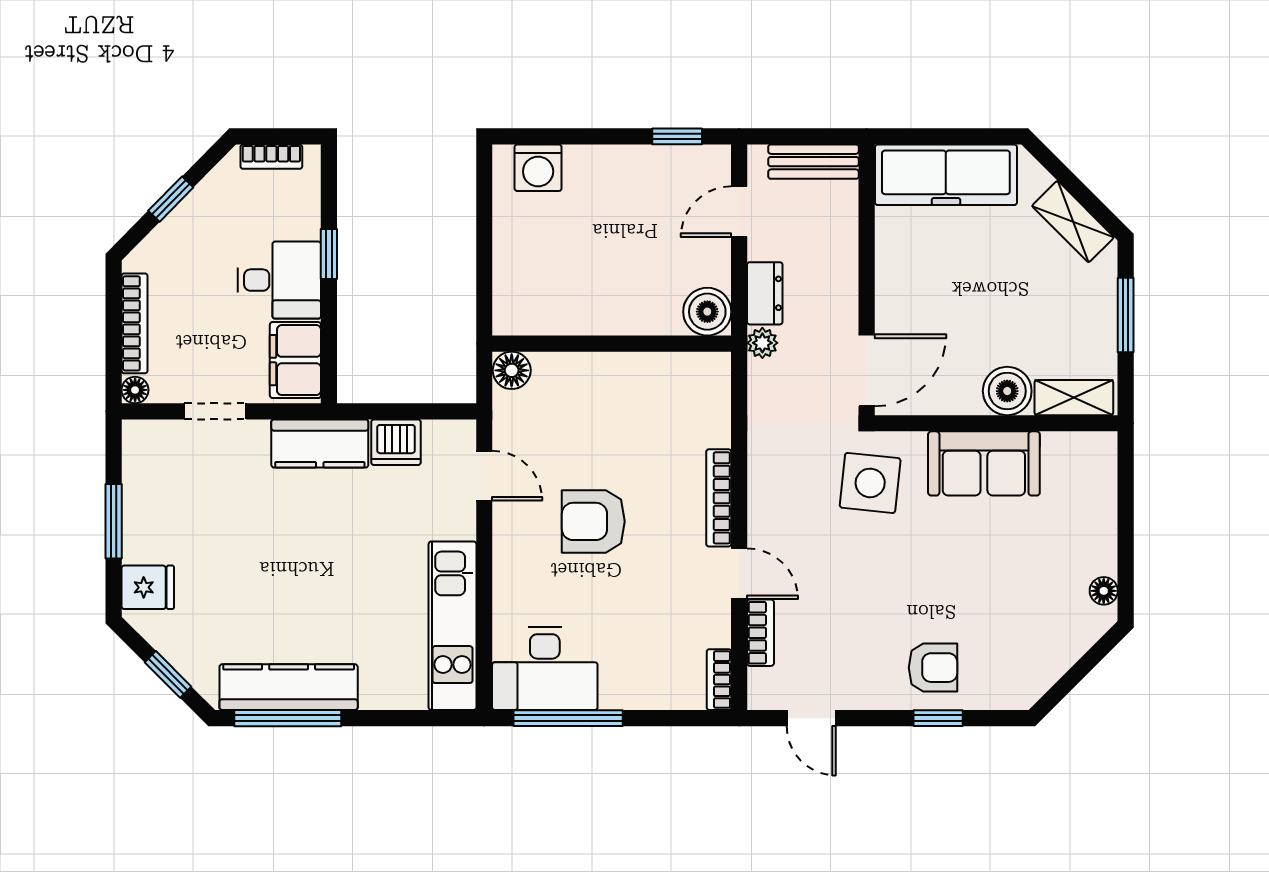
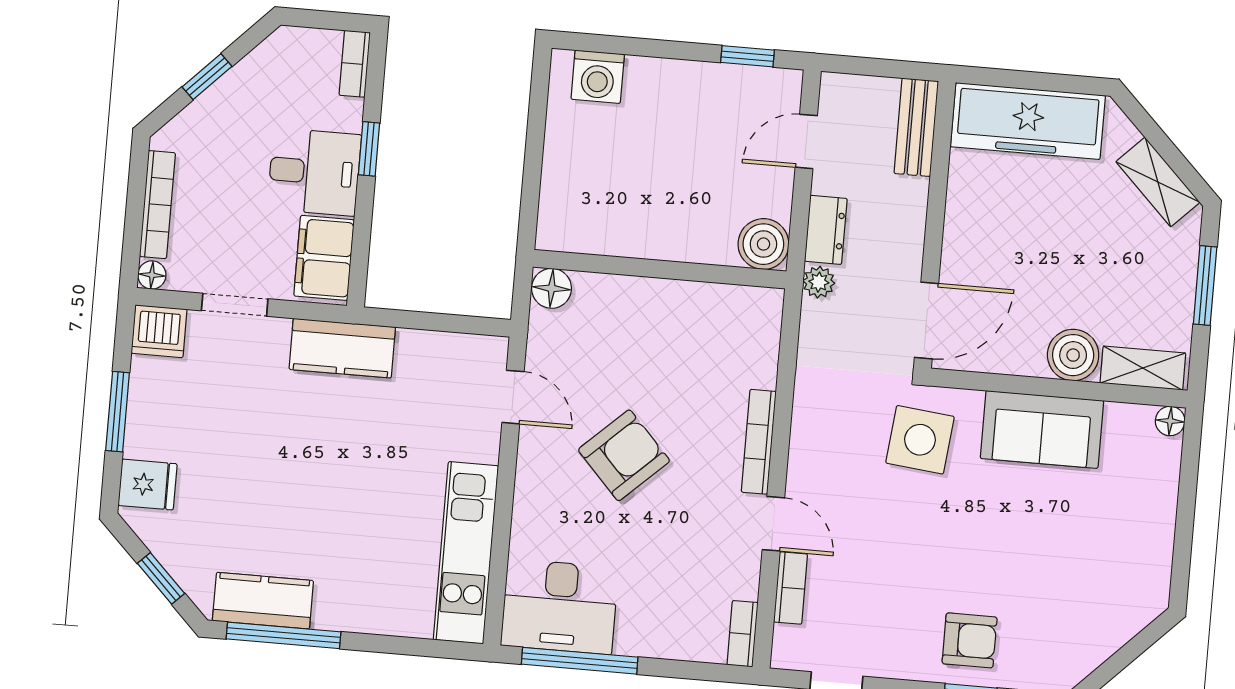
bookcase: (271, 157) -> (355, 64), moved, turned 90
bench: (814, 162) -> (916, 127), moved, turned 90
dishwasher: (396, 442) -> (159, 331), moved
armchair: (593, 521) -> (624, 455), turned 137
floor lamp: (1104, 591) -> (1170, 421), moved
kitchen counter: (289, 687) -> (263, 601), width x0.67

